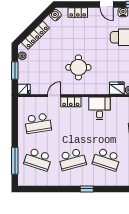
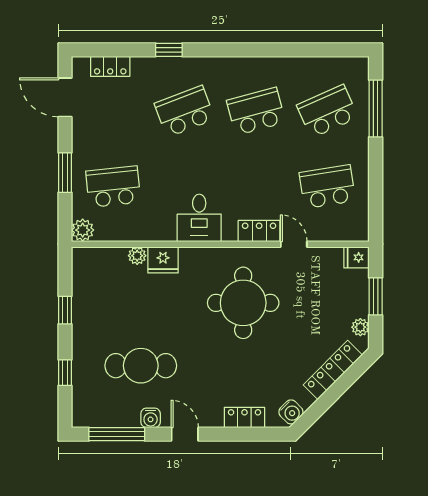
round table: (78, 67) -> (243, 303), width x1.36, depth x1.36
door: (54, 96) -> (294, 244), swing flipped
school desk: (38, 159) -> (327, 111), turned -42
school desk: (107, 159) -> (185, 111), turned -39
window: (87, 189) -> (169, 50), moved

